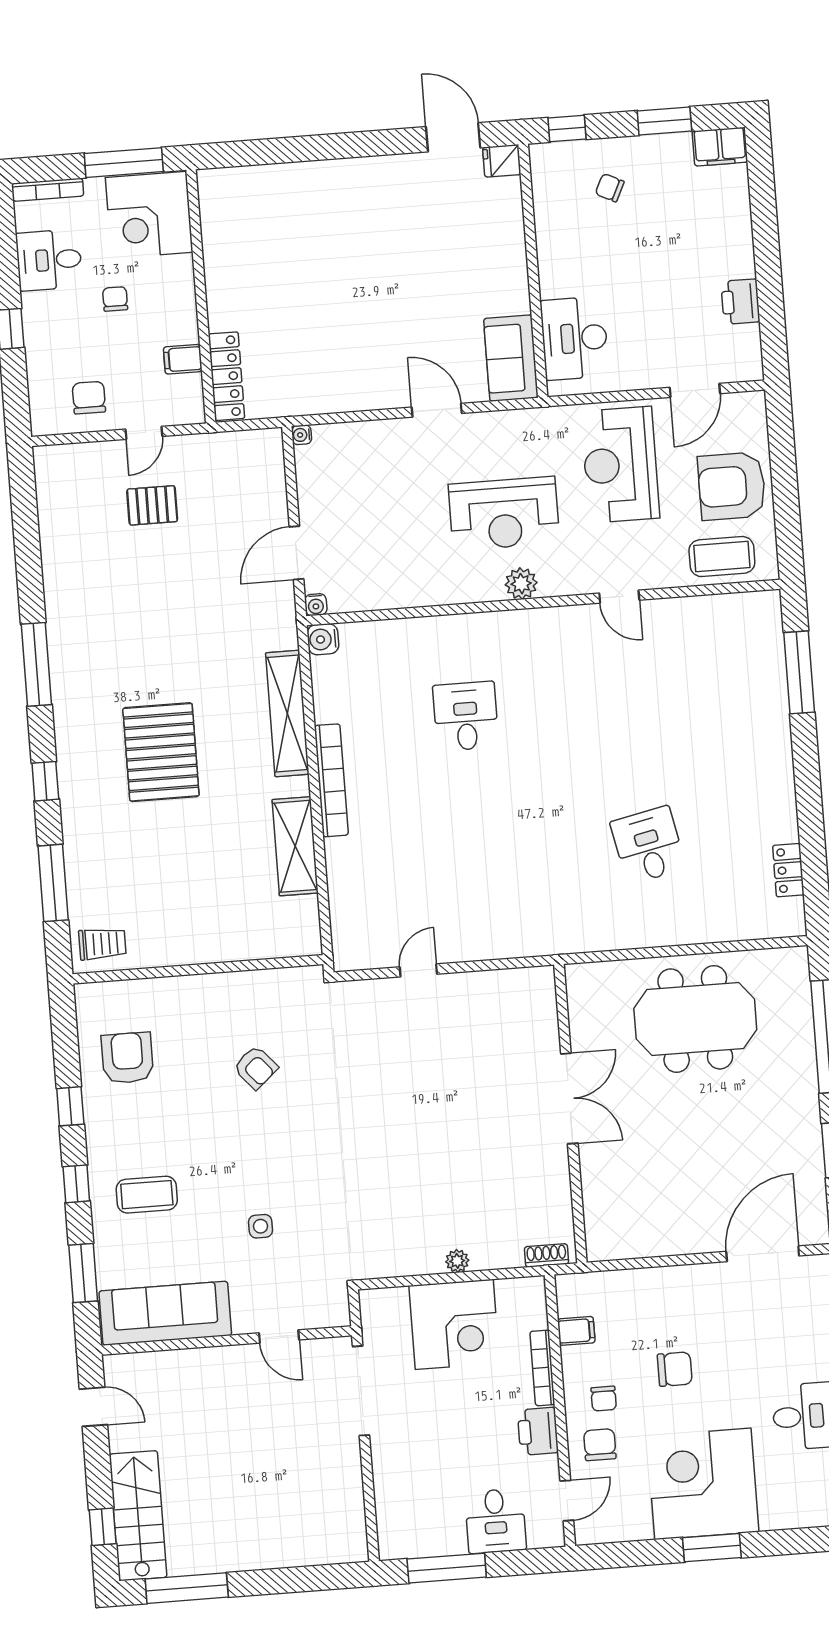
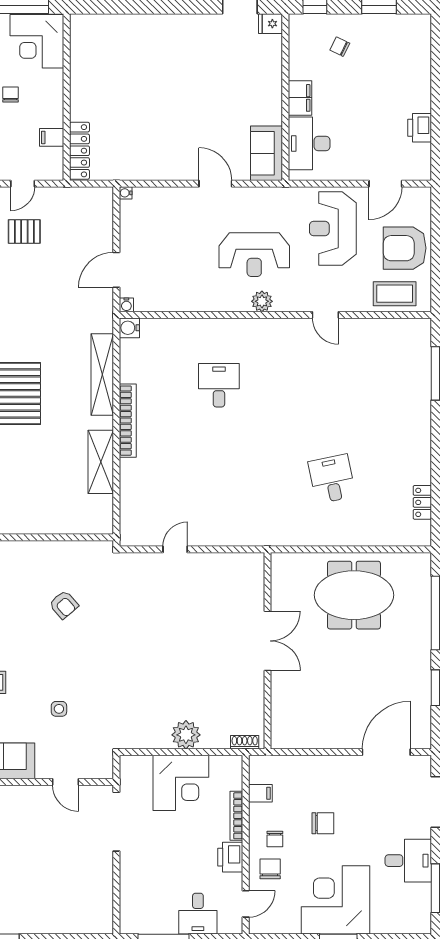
filing cabinet: (720, 147) -> (300, 98), moved, turned -90
plant: (457, 1261) -> (186, 735), width x1.87, depth x1.87

